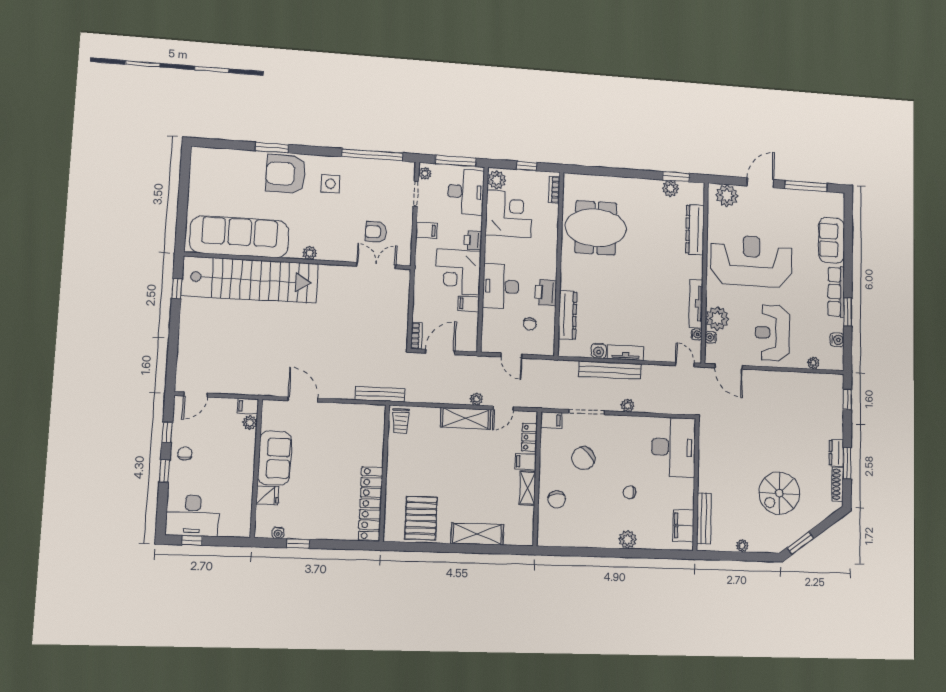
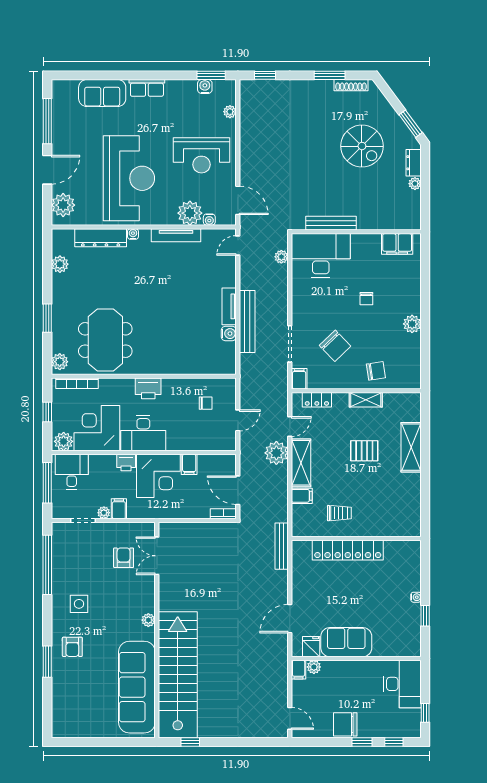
plant: (425, 173) -> (104, 513), moved
armchair: (286, 174) -> (72, 647), width x0.53, depth x0.53
window: (676, 177) -> (47, 318), moved
plant: (576, 182) -> (60, 362), added
door: (760, 183) -> (47, 170), swing flipped
bookcase: (554, 190) -> (77, 383), width x1.56
desk: (466, 192) -> (72, 472), width x0.73
armchair: (376, 232) -> (124, 558), turned 180
reception desk: (751, 261) -> (129, 178), turned 180
desk: (501, 286) -> (143, 433), moved
printer: (546, 292) -> (148, 388), moved
row of seats: (836, 292) -> (147, 88), width x0.68
window: (848, 312) -> (211, 75), moved
dresser: (567, 315) -> (195, 366), removed
water cooler: (697, 334) -> (133, 234), moved
door: (729, 367) -> (238, 200), hinge flipped
plant: (476, 399) -> (276, 453), width x1.87, depth x1.87
plant: (628, 405) -> (281, 257), moved
door: (503, 408) -> (290, 427), hinge flipped
trolley: (401, 421) -> (339, 513), moved
window: (167, 432) -> (394, 742), moved
dresser: (836, 453) -> (414, 163), moved, turned 90
chair: (185, 454) -> (345, 724), width x1.87, depth x1.87
filing cabinet: (526, 461) -> (302, 496), moved, turned -90
fridge: (267, 495) -> (311, 647), moved
locker: (371, 504) -> (348, 550), moved
desk: (192, 516) -> (402, 684), moved
pallet: (421, 518) -> (364, 451), moved, width x0.67, depth x0.71
bench: (704, 519) -> (331, 223), moved
water cooler: (278, 533) -> (416, 597), moved
plant: (628, 539) -> (412, 324), moved

